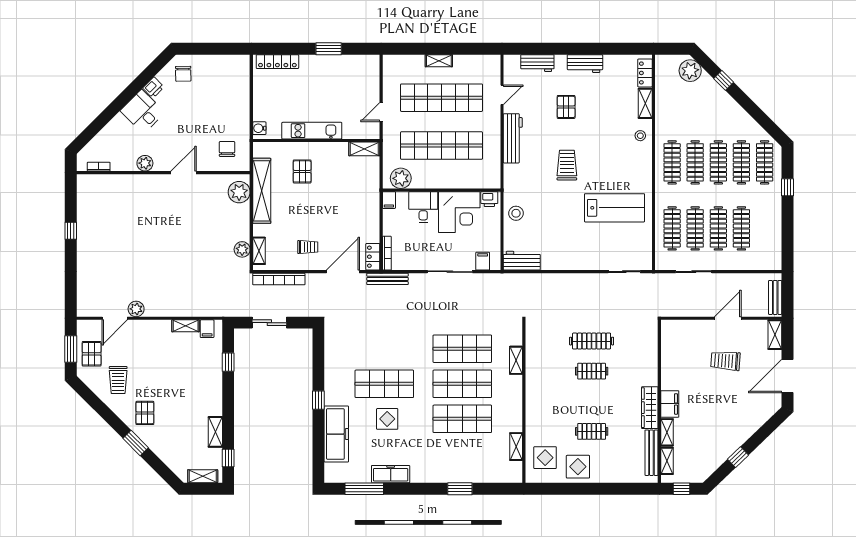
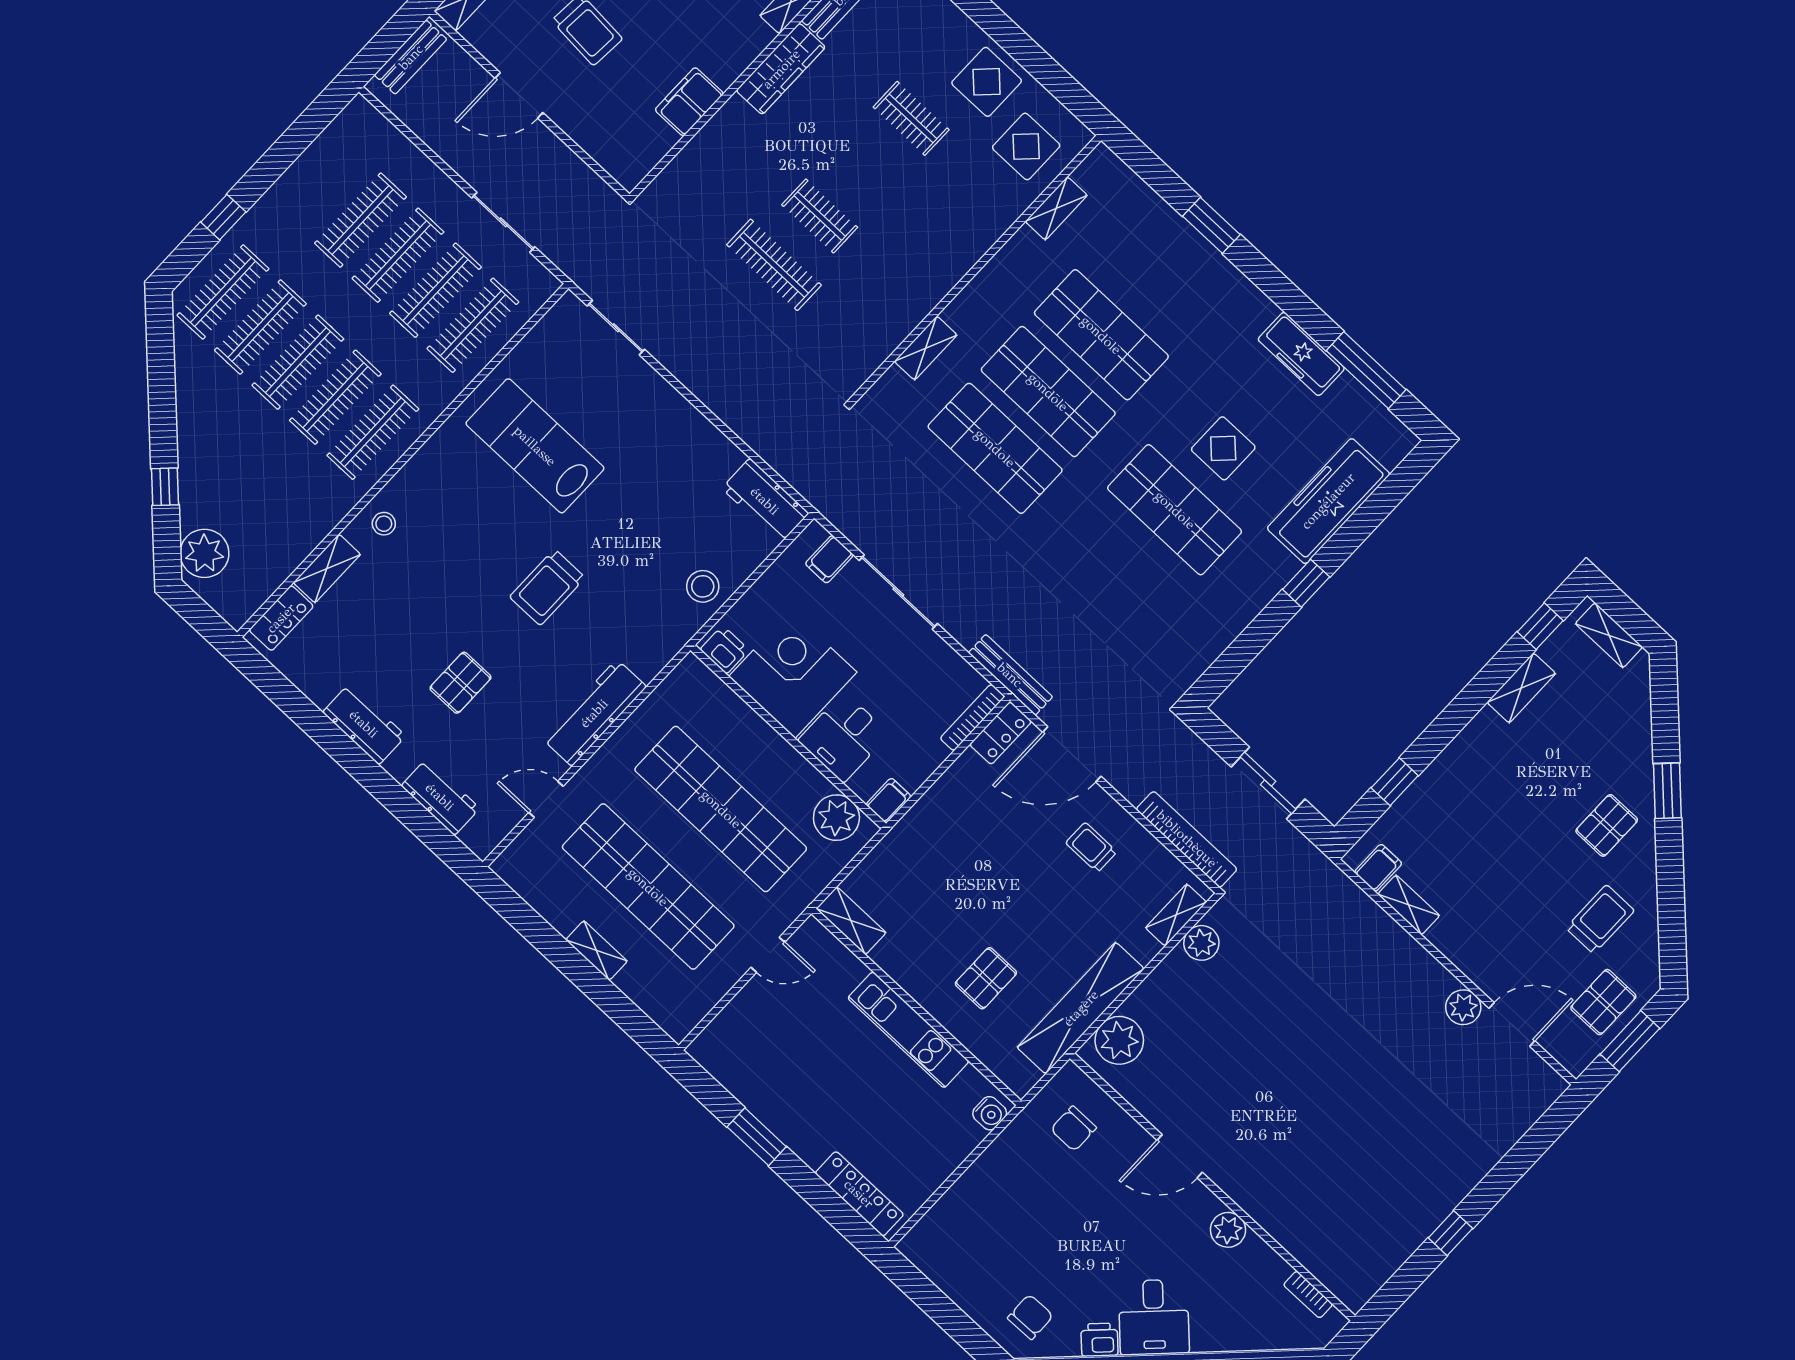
filing cabinet: (670, 404) -> (689, 102), moved

